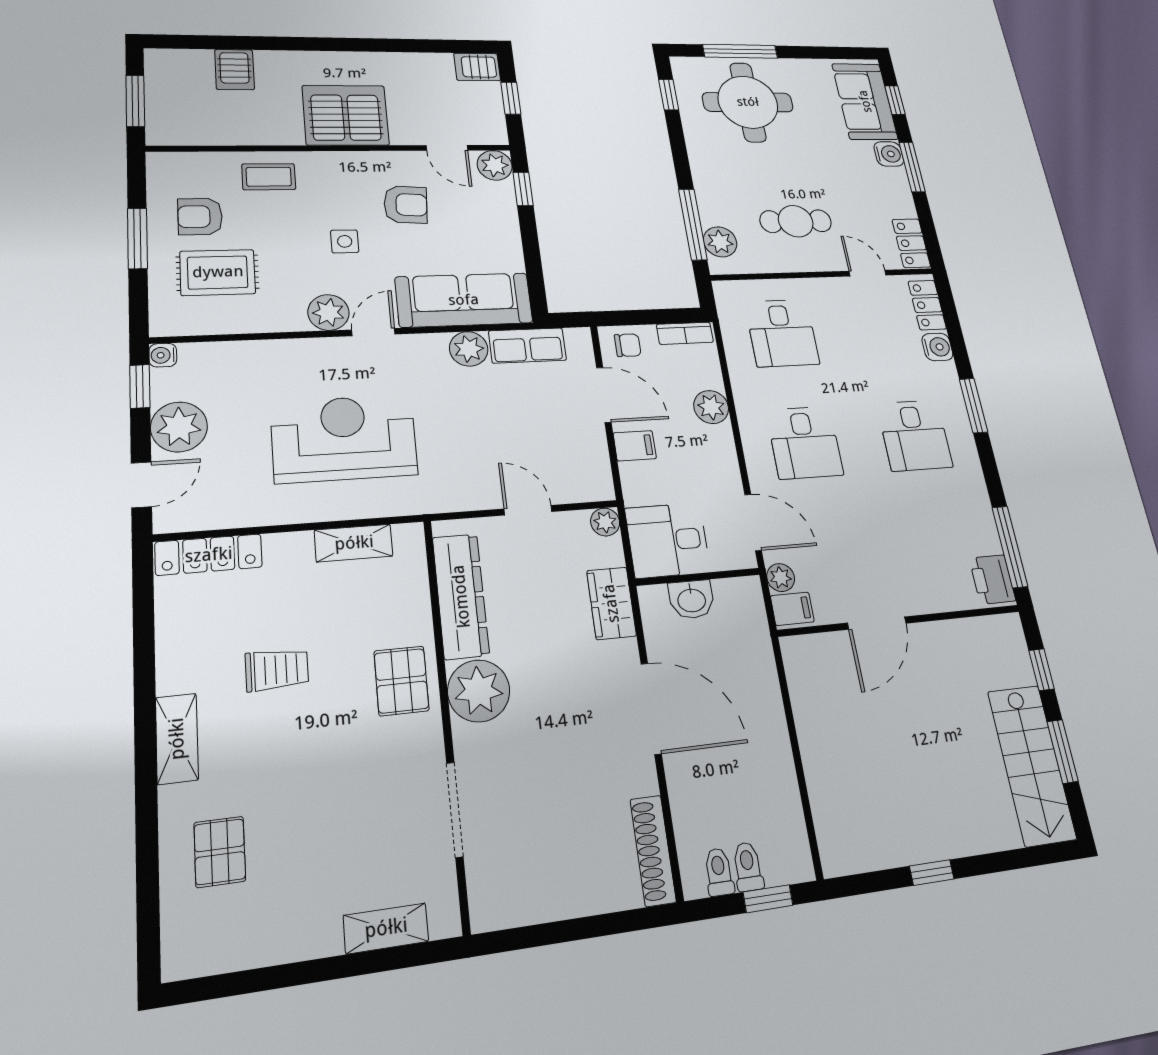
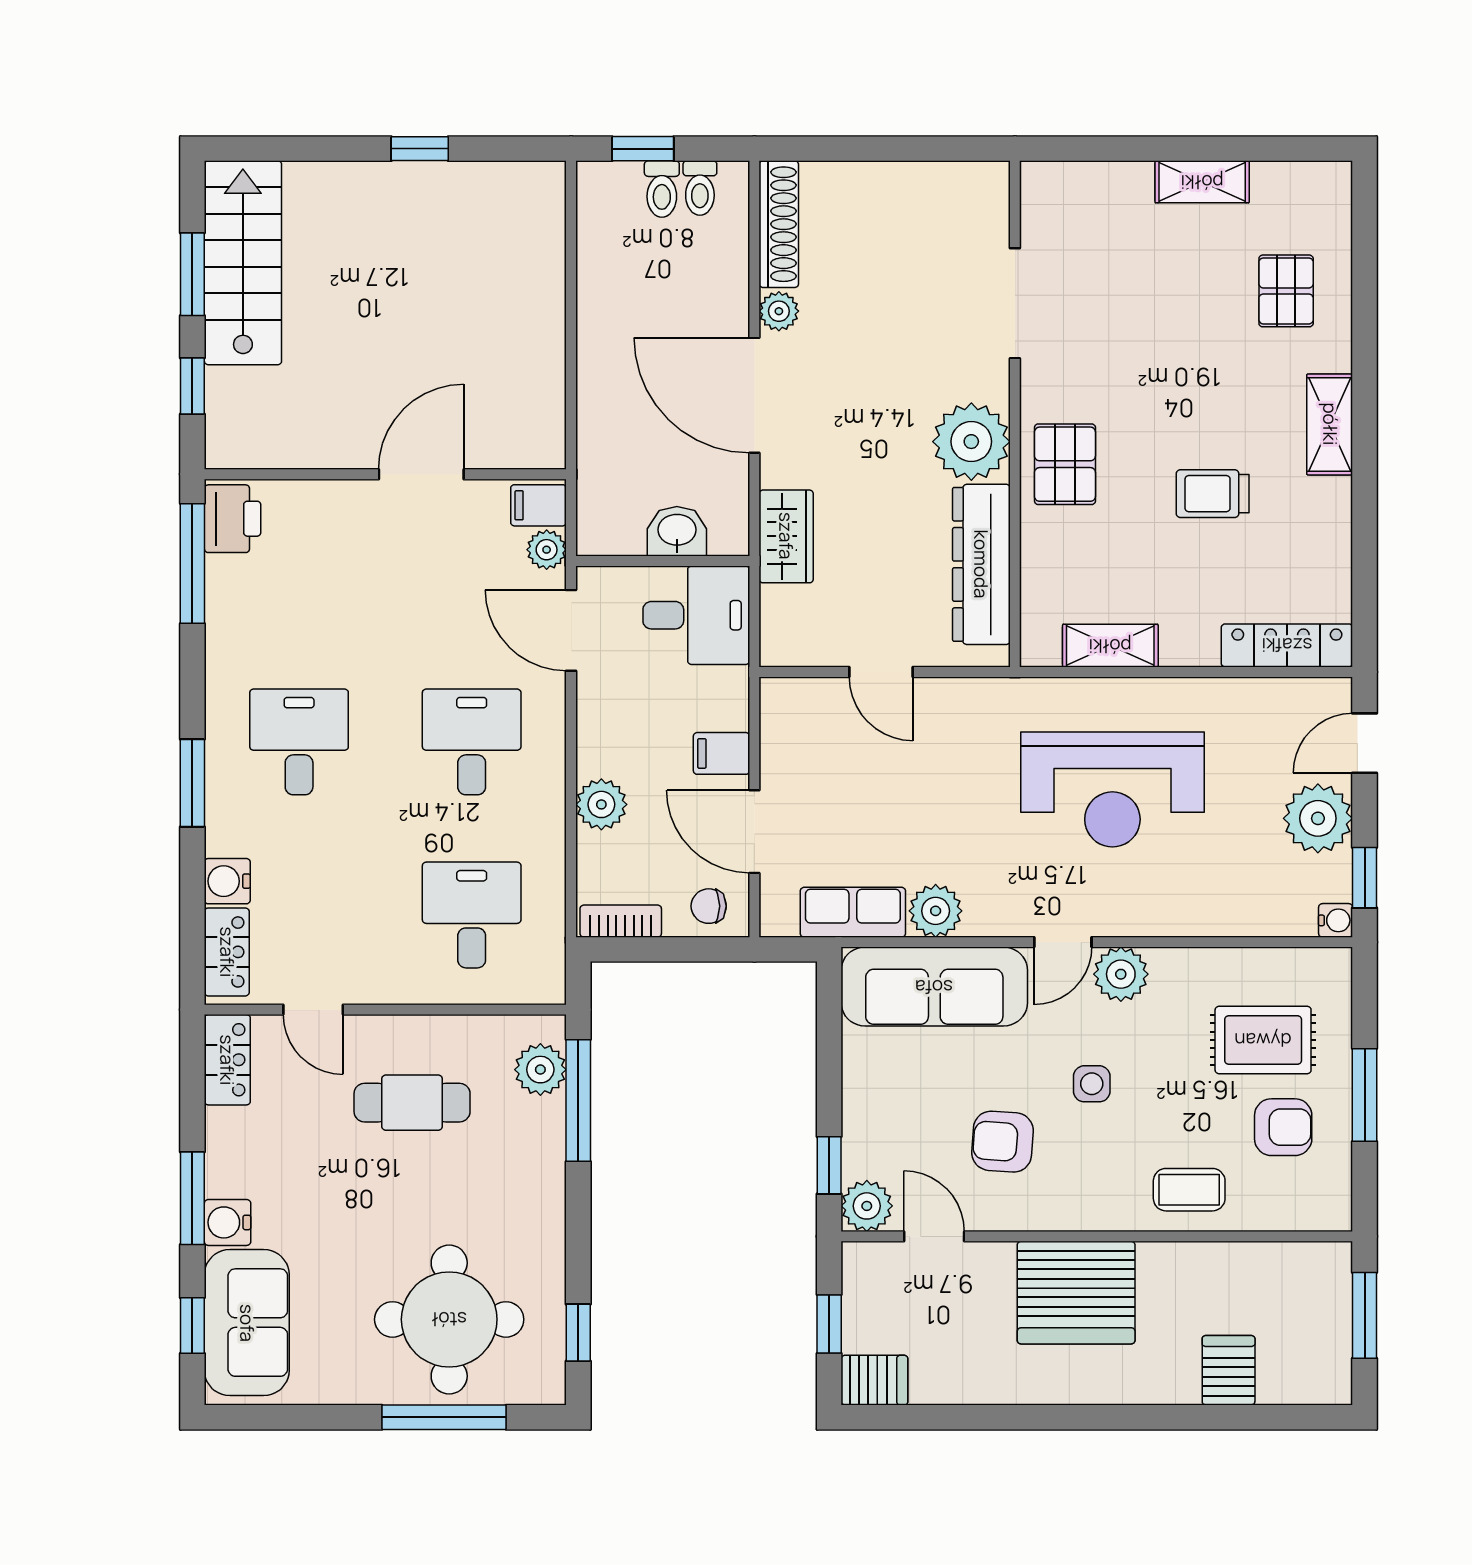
plant: (605, 522) -> (779, 311), moved
shelving: (386, 928) -> (1202, 182), moved

